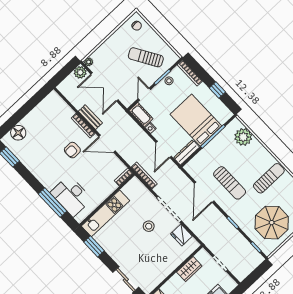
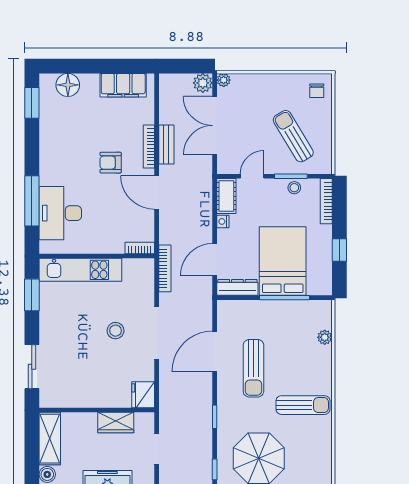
filing cabinet: (44, 108) -> (123, 85), added
plant: (243, 137) -> (325, 337), width x0.53, depth x0.53
fridge: (181, 235) -> (143, 395), moved

